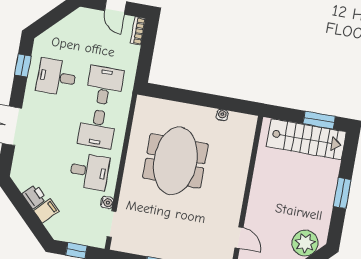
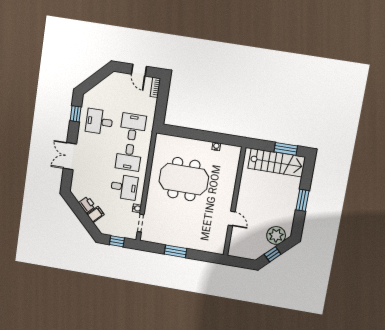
meeting table: (175, 161) -> (184, 179), turned 90
door: (239, 238) -> (232, 219), moved

